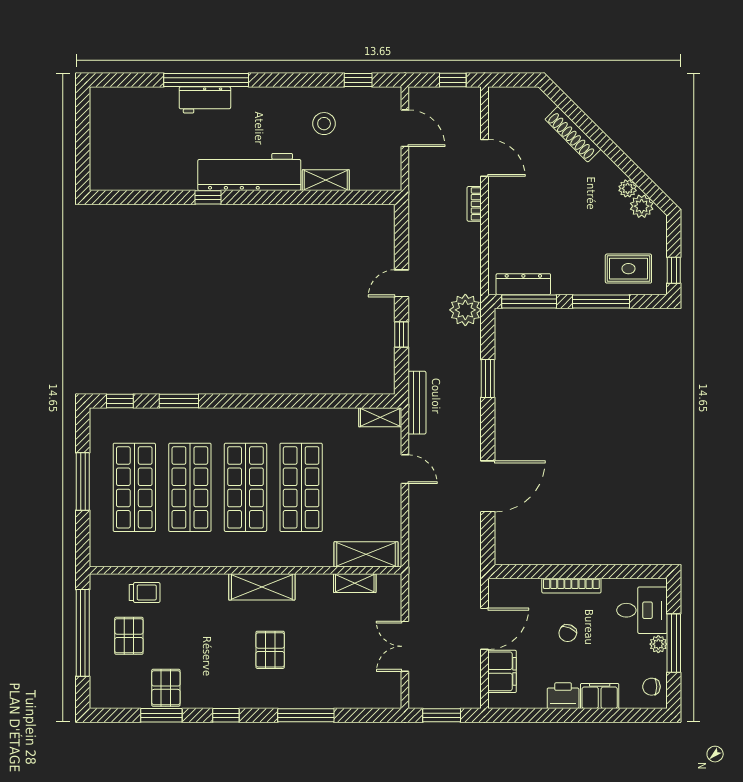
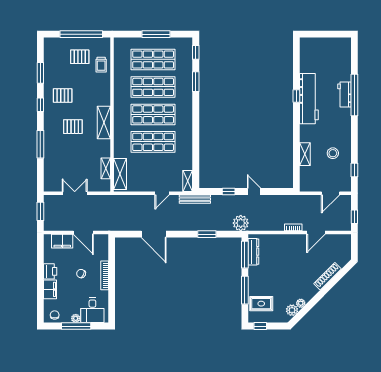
workbench: (249, 172) -> (309, 99), moved
rug: (628, 269) -> (261, 304), turned 90
pallet: (166, 688) -> (63, 96), moved

